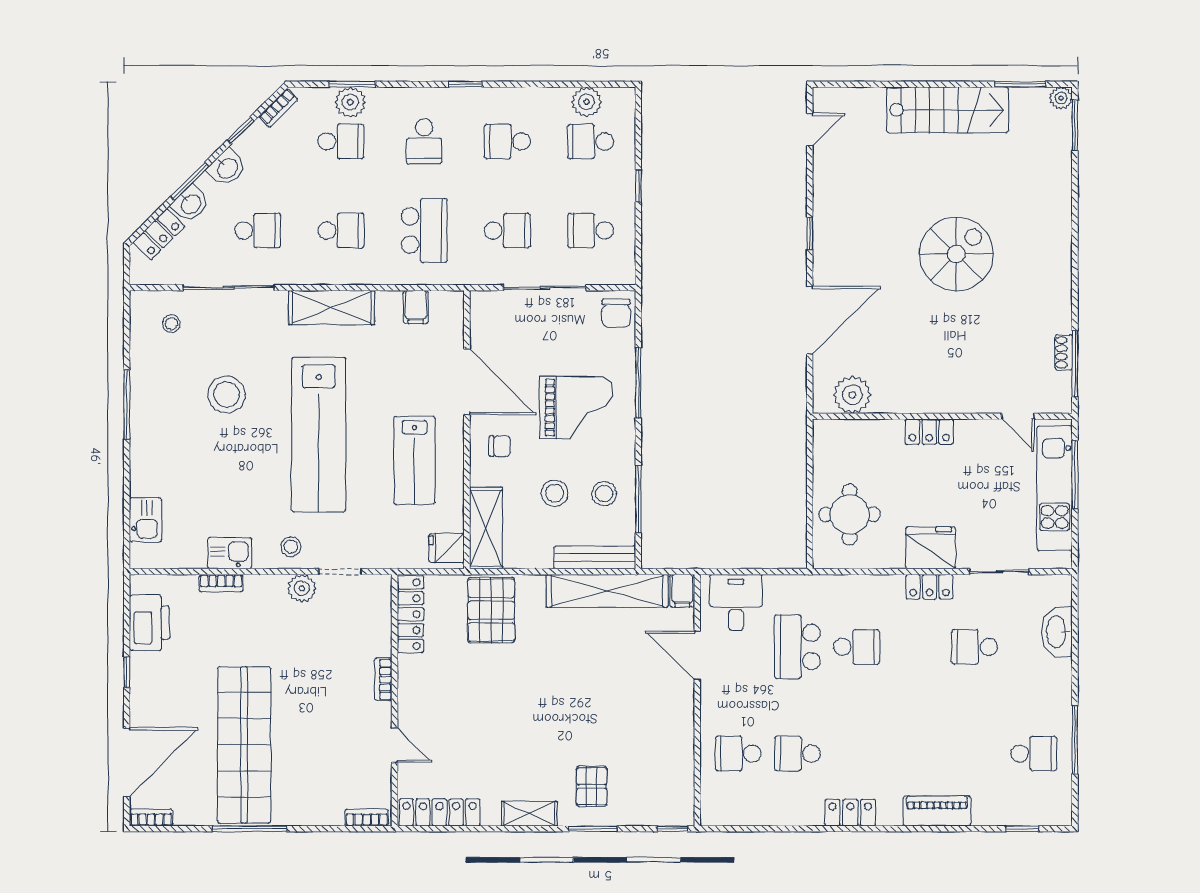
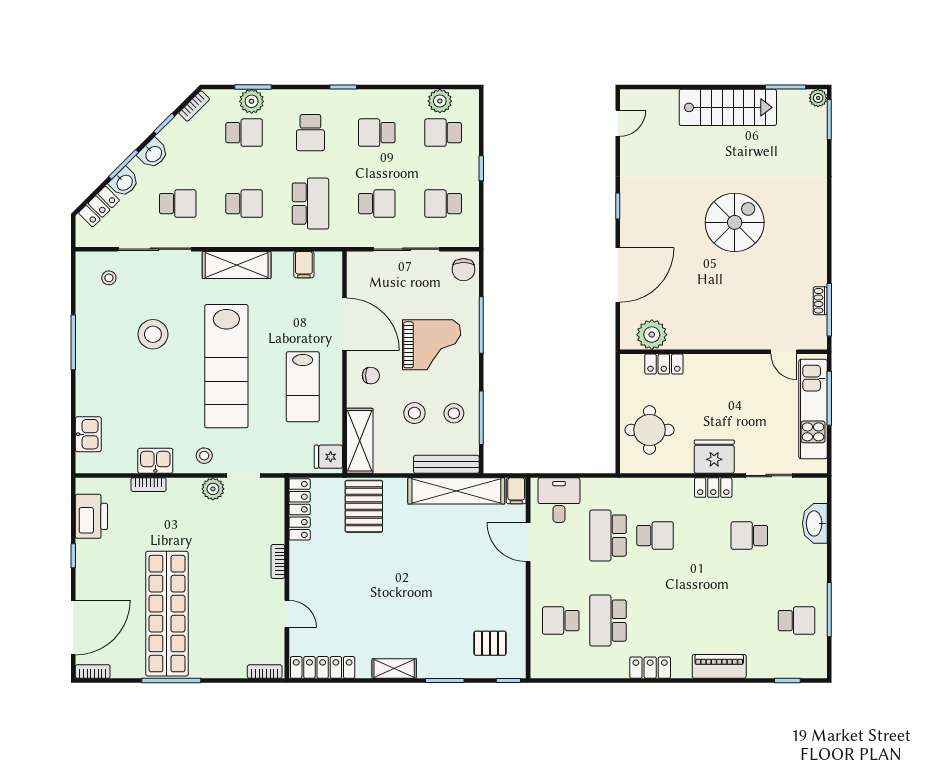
locker: (929, 432) -> (664, 364), moved
school desk: (797, 754) -> (608, 621), width x1.85
pallet: (592, 786) -> (490, 643), moved, turned 90

